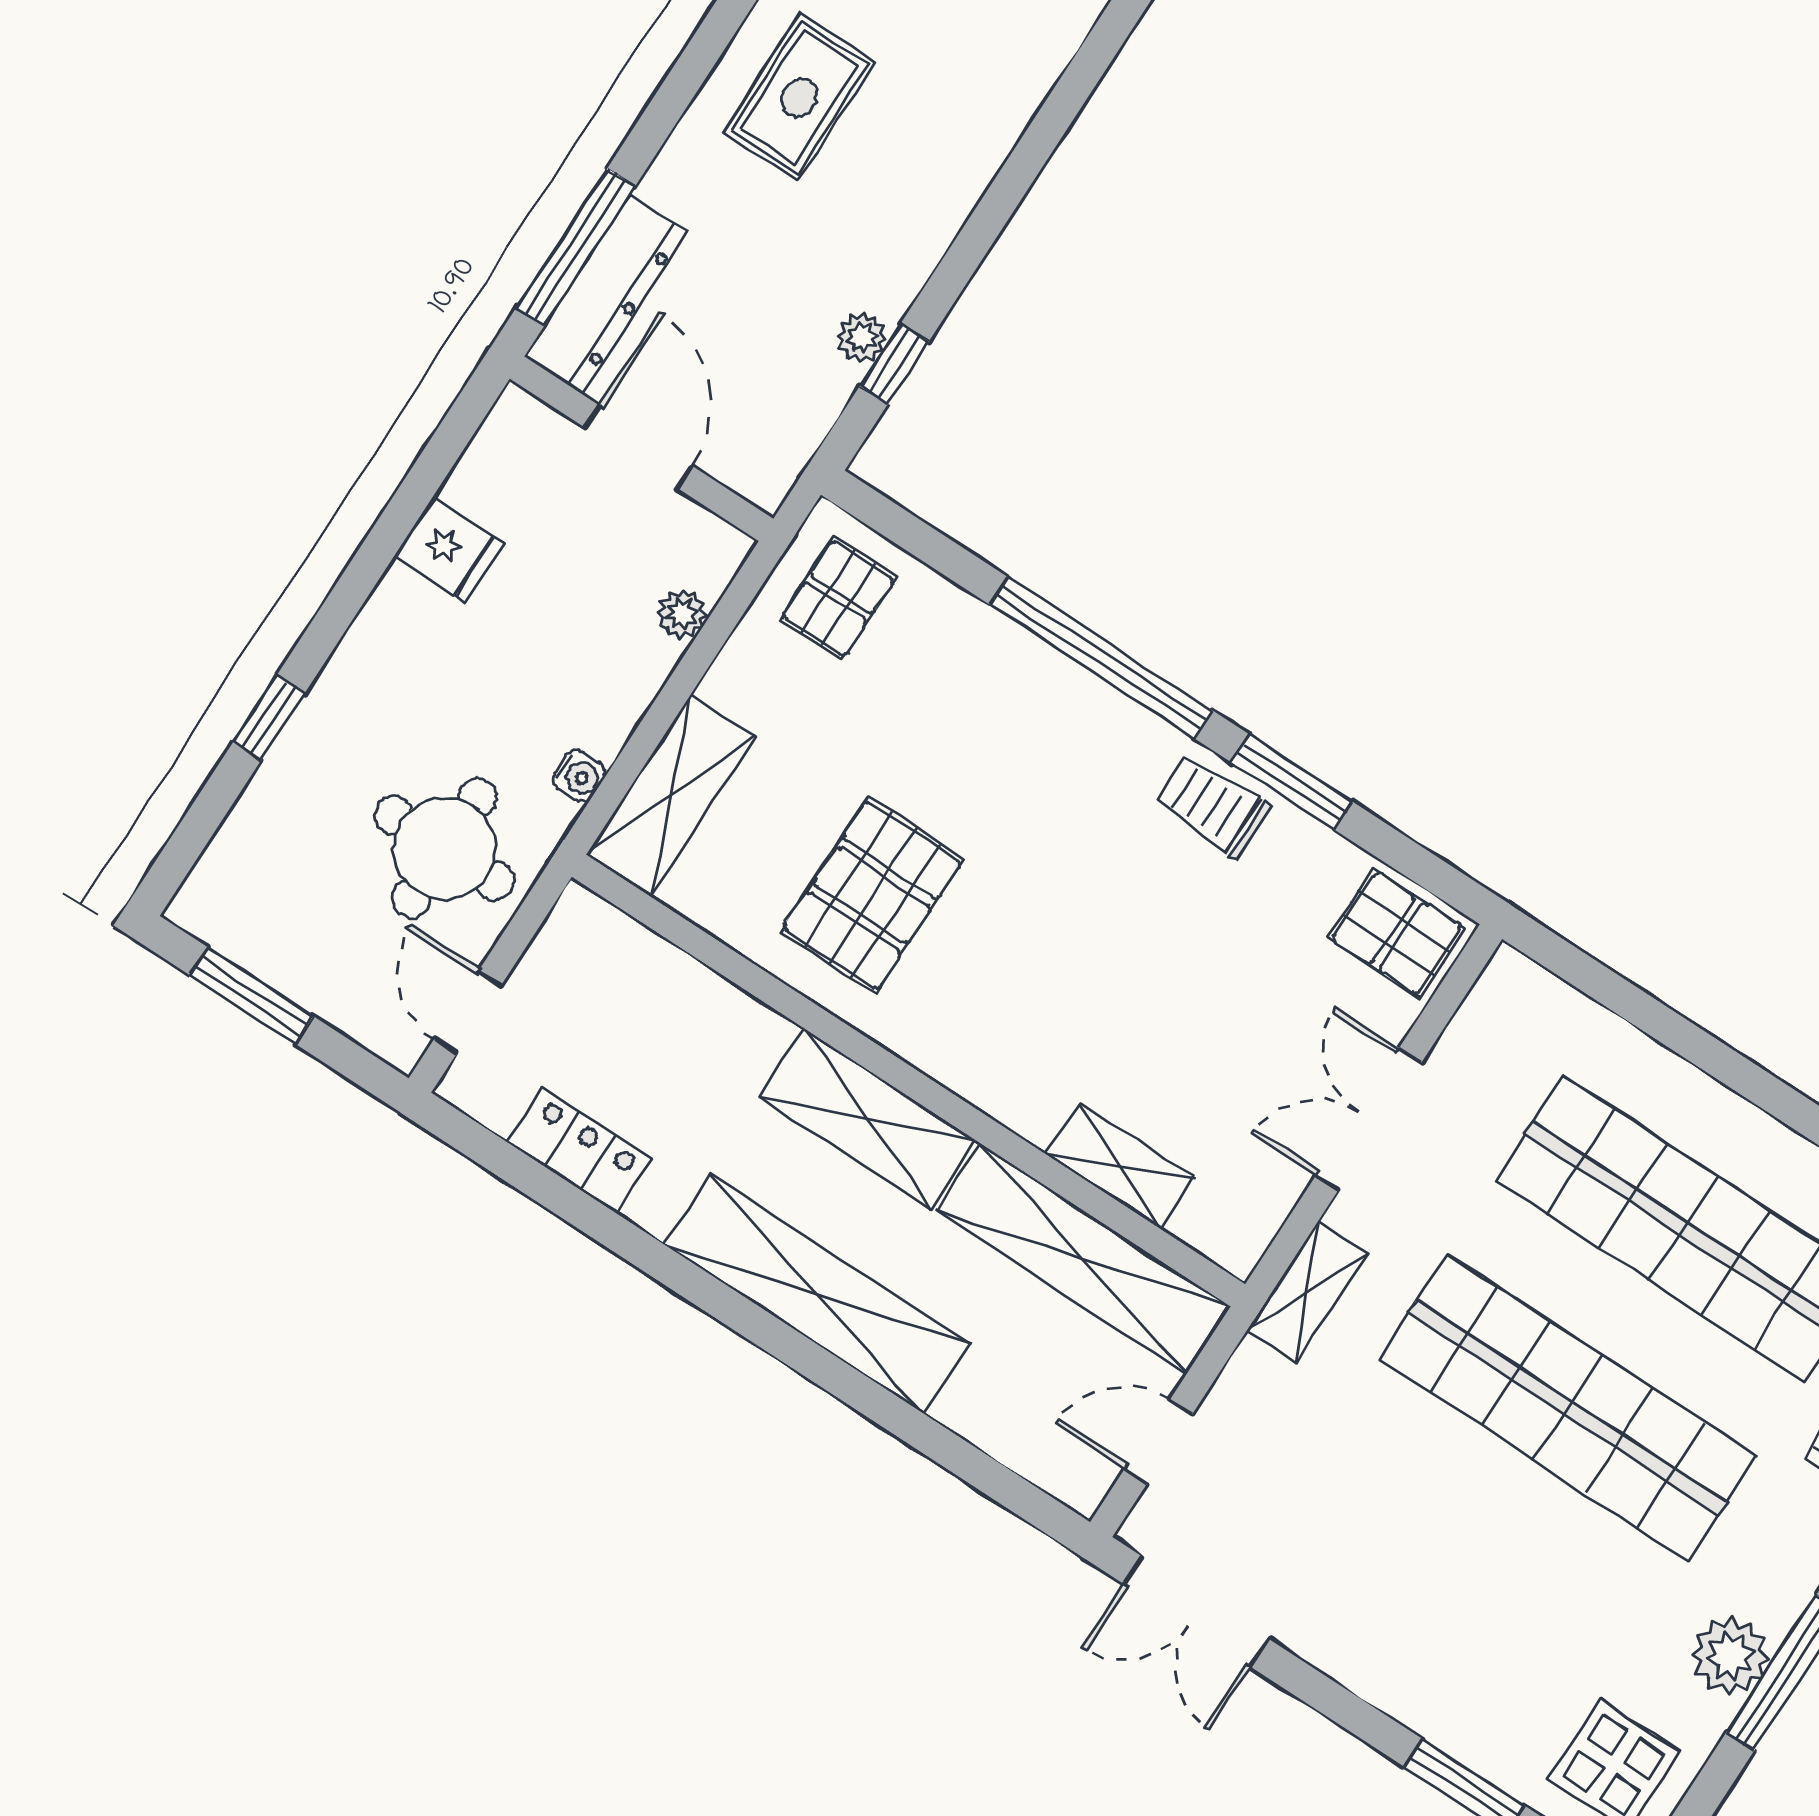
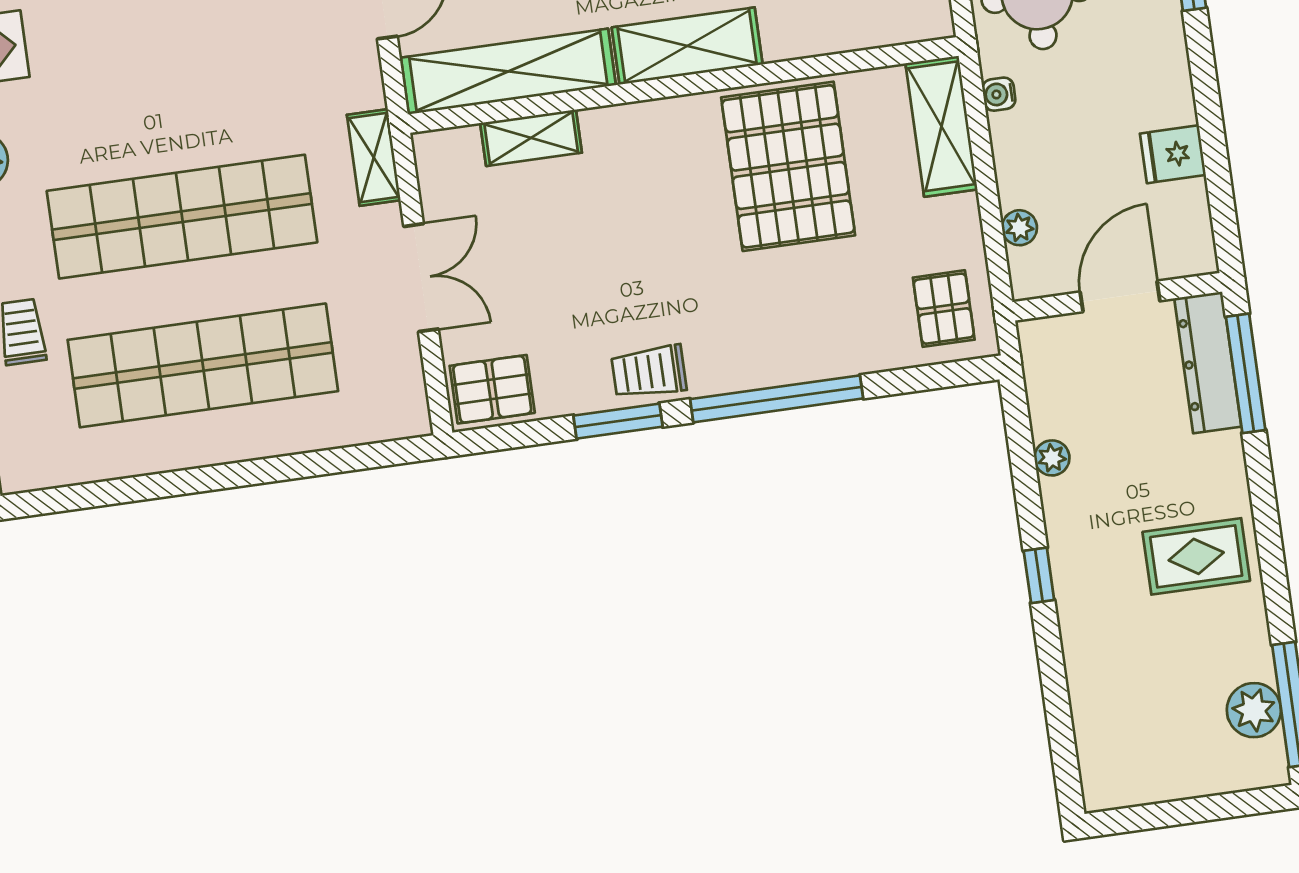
rug: (799, 97) -> (1196, 556), turned 90
window: (894, 364) -> (1039, 575), moved
door: (638, 447) -> (1120, 296), swing flipped
trolley: (1213, 806) -> (649, 372), turned 180
pallet: (872, 896) -> (788, 166), width x1.37, depth x1.41

